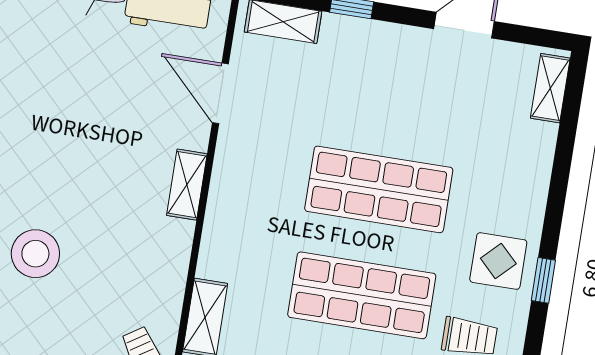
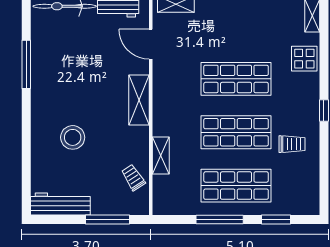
shelving: (187, 185) -> (139, 100), width x1.50, depth x1.33
display table: (498, 261) -> (304, 59), moved

